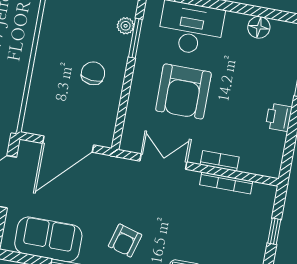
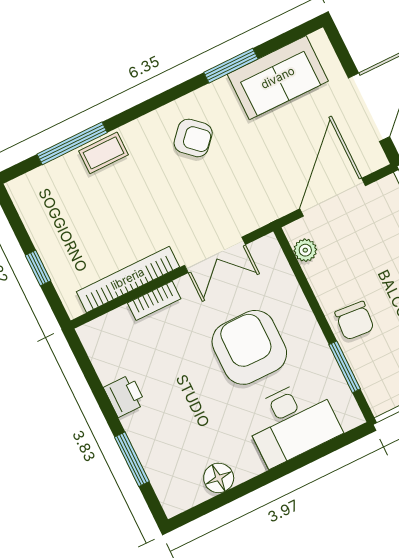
plant: (126, 26) -> (305, 250), moved
chair: (93, 73) -> (354, 321), moved
bookcase: (226, 183) -> (128, 279), width x1.48, depth x1.31
armchair: (125, 241) -> (193, 138), turned 116

